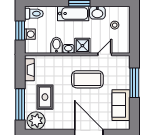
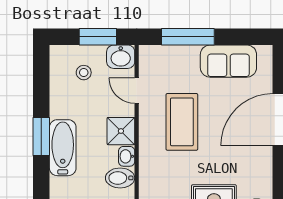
washbasin: (97, 13) -> (121, 57), moved, turned 90
window: (134, 33) -> (98, 37), added

